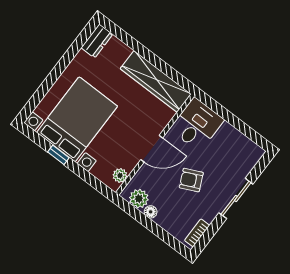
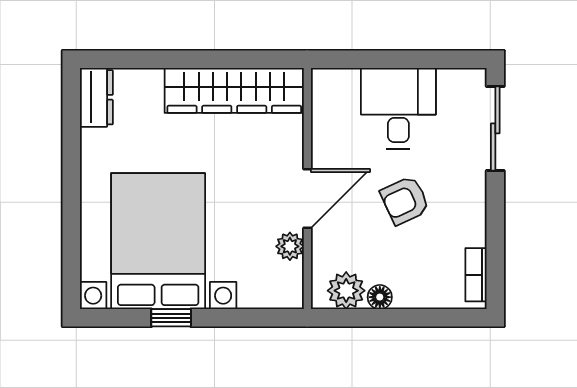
desk: (197, 124) -> (398, 108), moved
plant: (120, 175) -> (290, 246), moved
sliding door: (236, 198) -> (495, 128), moved

